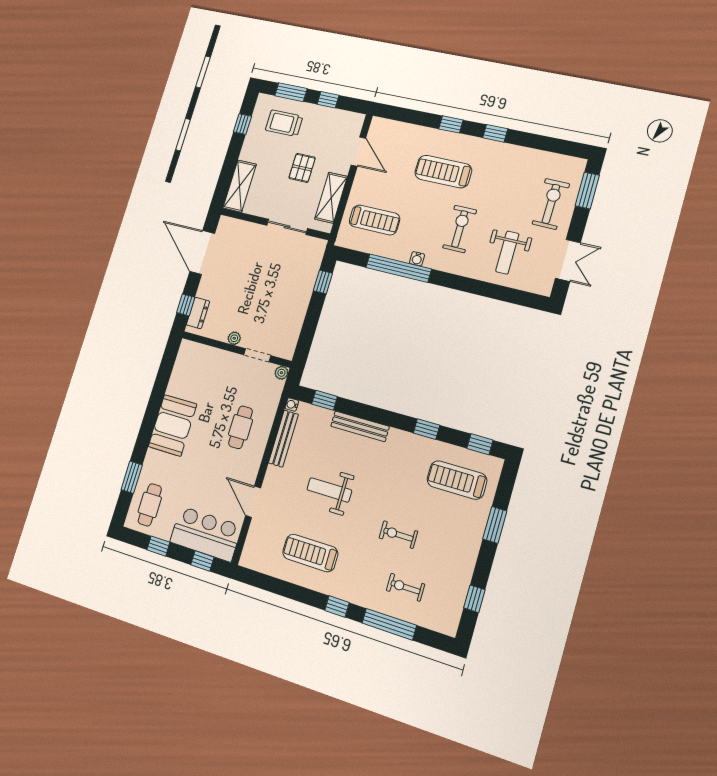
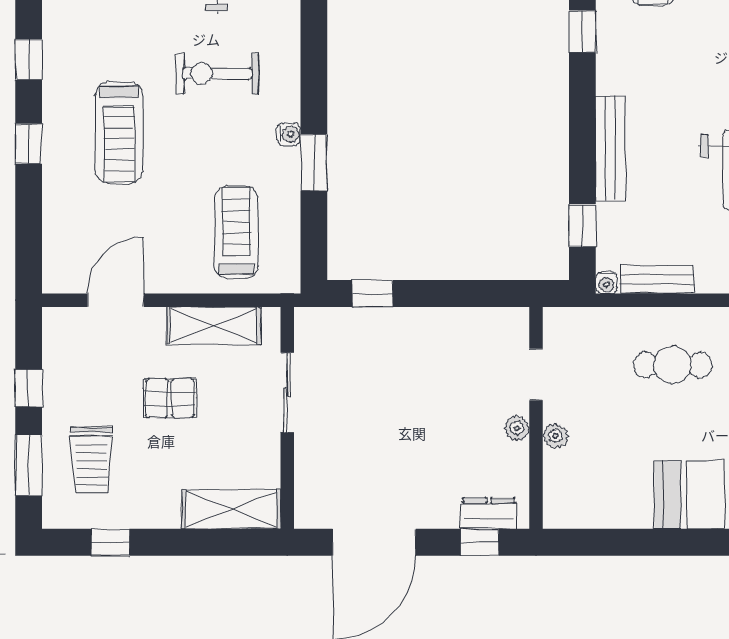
window: (398, 268) -> (314, 163), width x0.47
plant: (281, 373) -> (555, 436), moved
bench: (283, 439) -> (657, 279), width x0.73

